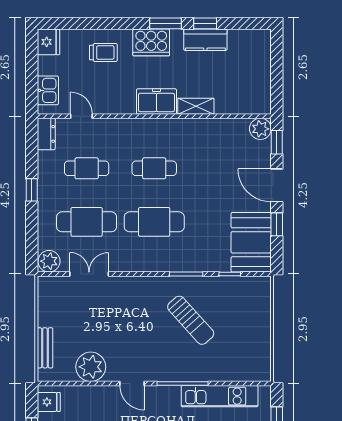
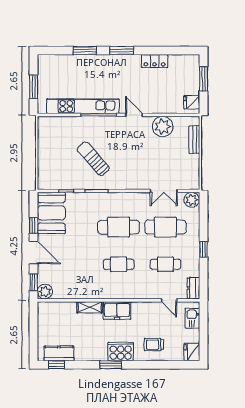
window: (205, 23) -> (56, 365), moved
kitchen counter: (205, 40) -> (59, 353), moved
kitchen unit: (220, 396) -> (83, 106), width x1.36

